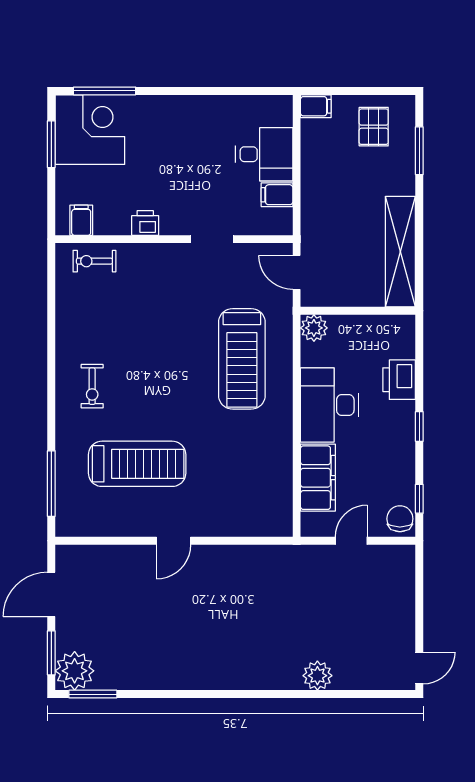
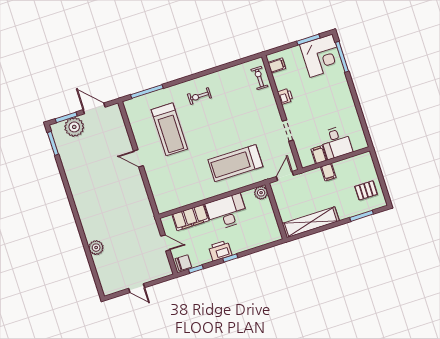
filing cabinet: (316, 106) -> (328, 172), moved
printer: (399, 380) -> (220, 251), moved
door: (419, 668) -> (137, 288), moved
plant: (75, 671) -> (74, 127), moved

